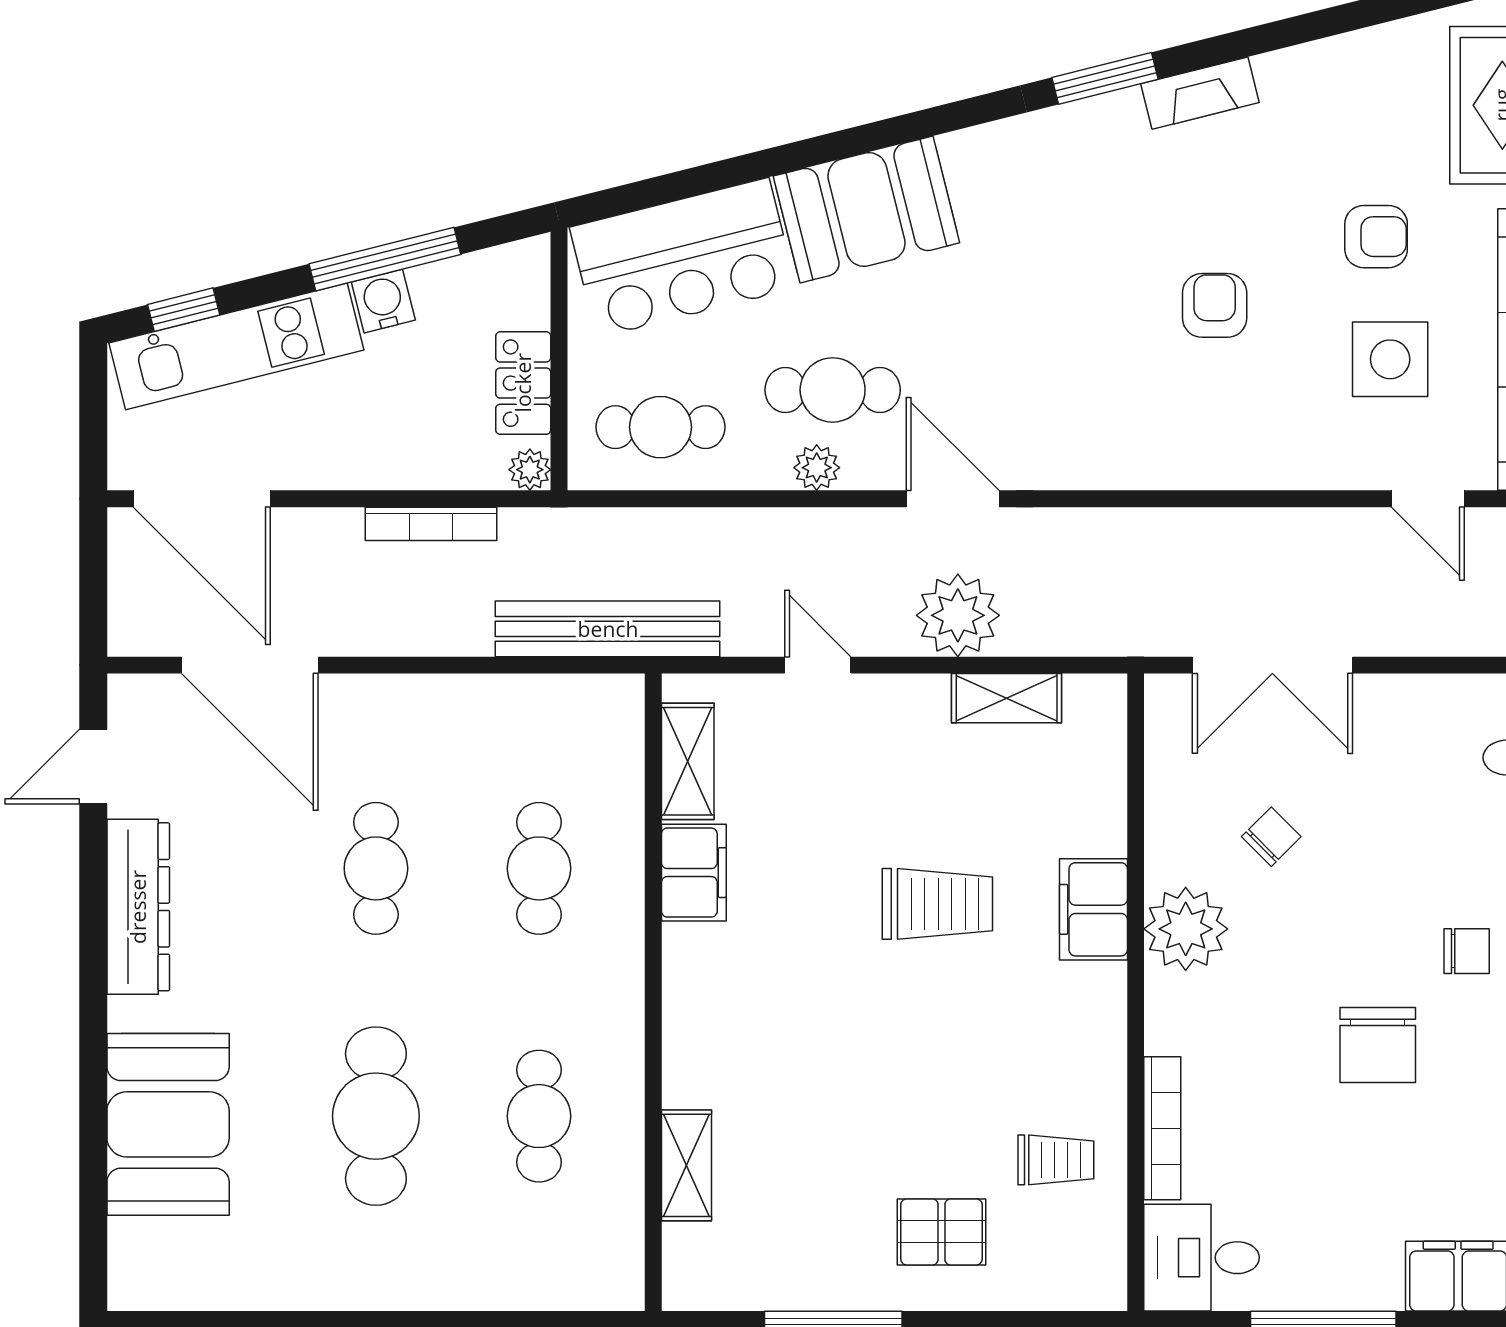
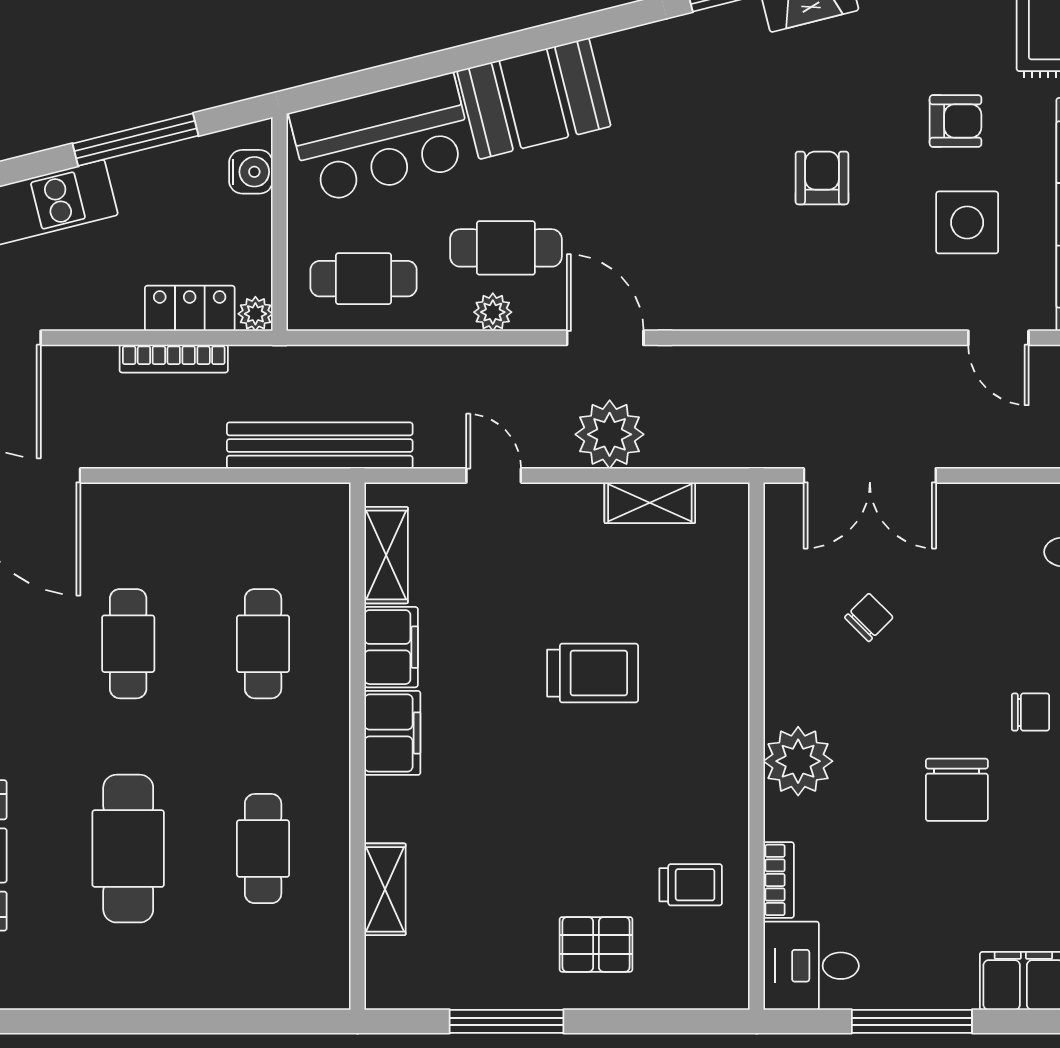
water cooler: (383, 301) -> (251, 172), moved, turned 104
locker: (523, 383) -> (190, 308), moved, turned 90
filing cabinet: (1093, 909) -> (392, 733), moved, turned 180
plant: (1186, 929) -> (798, 761), moved
bookcase: (1162, 1128) -> (779, 880), width x0.64

